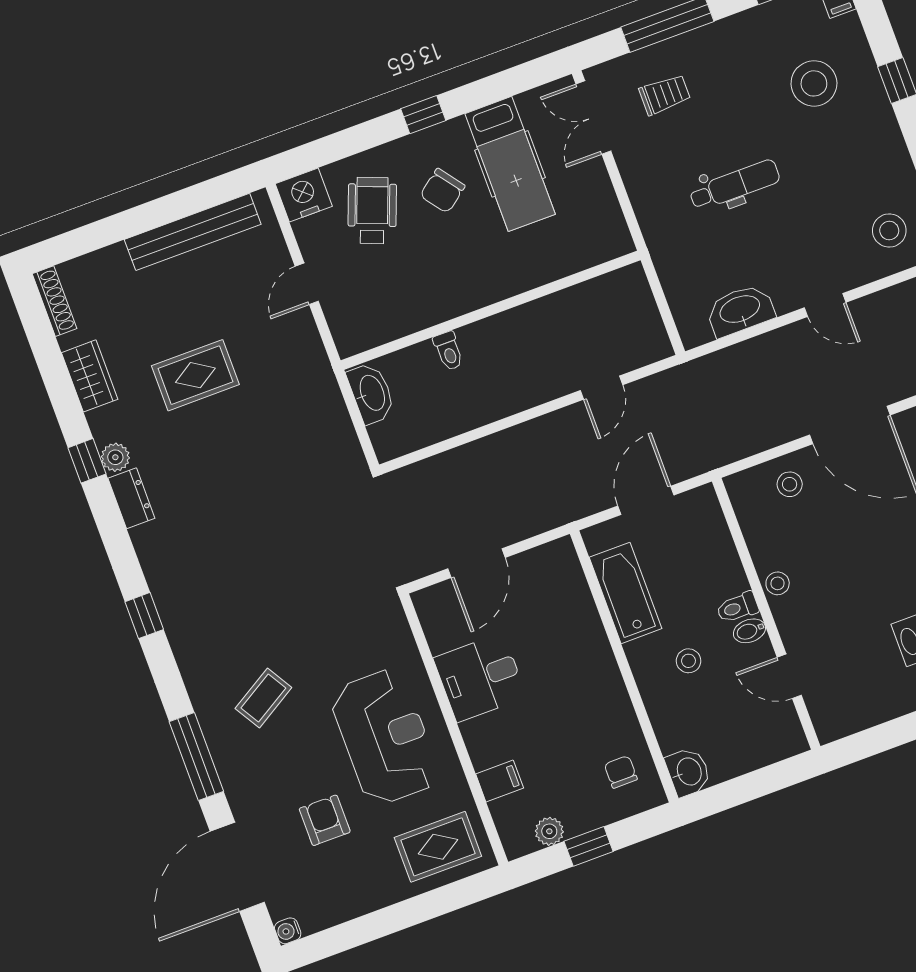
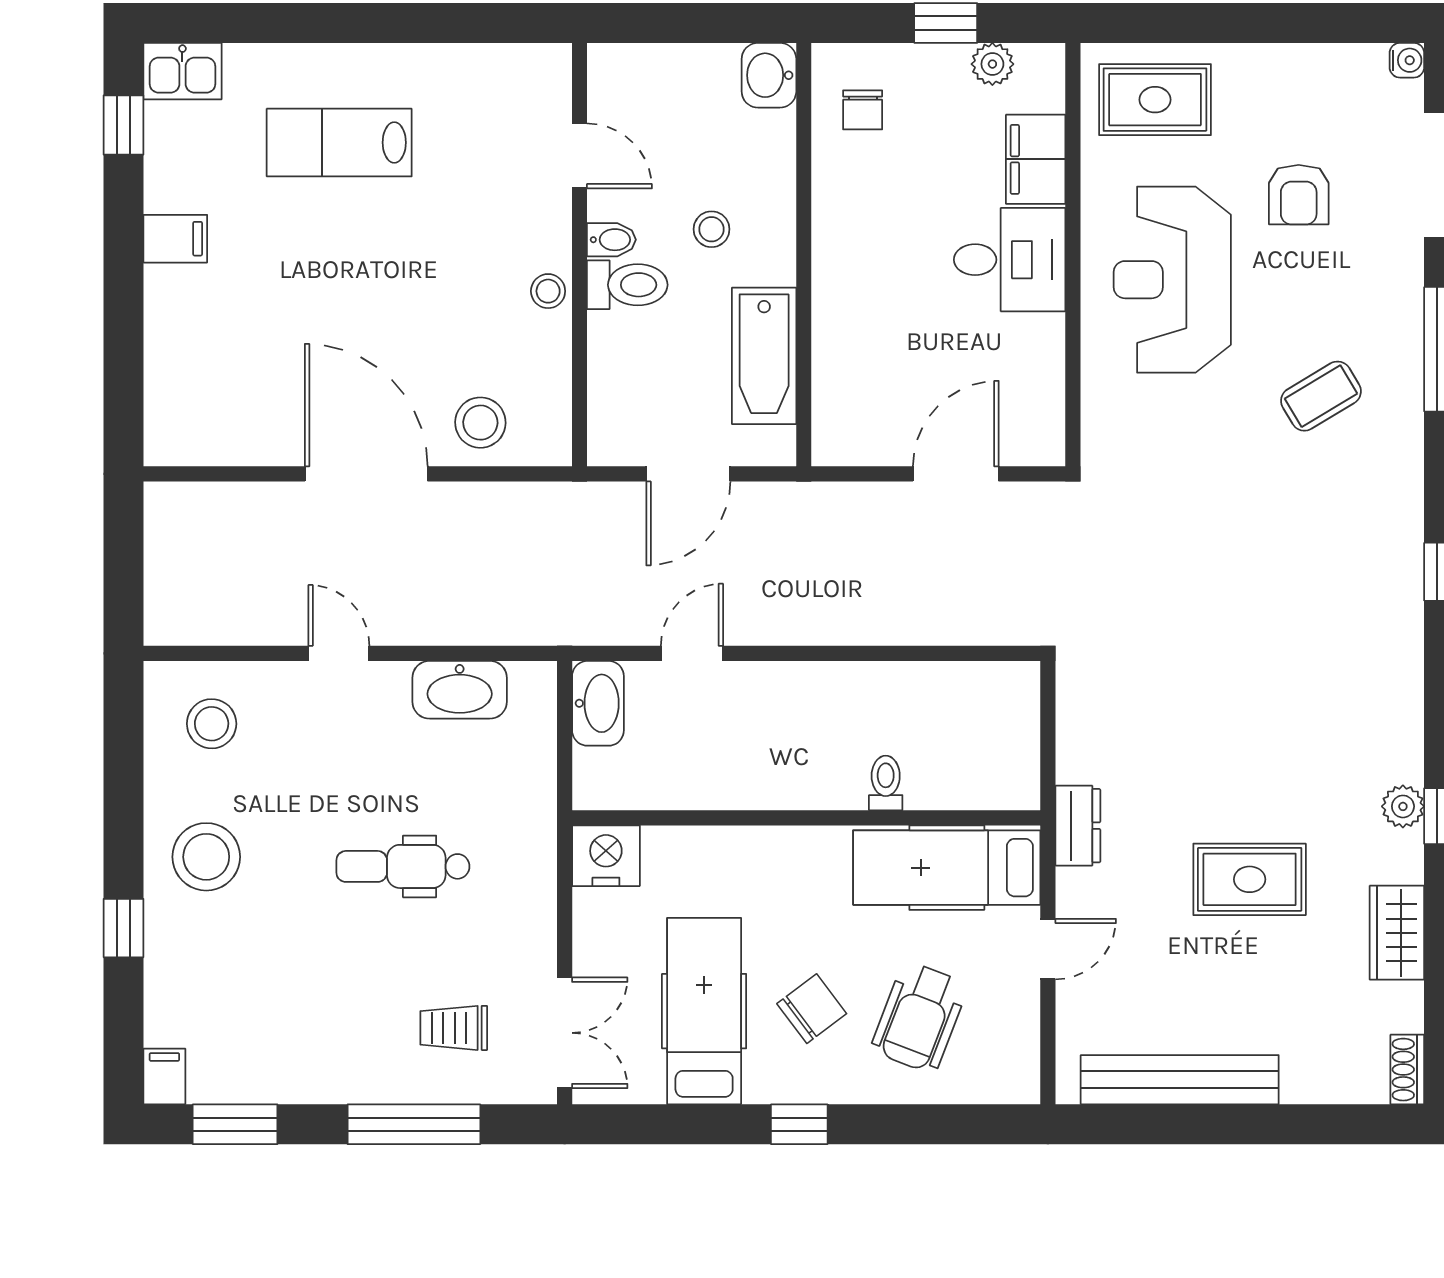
stool: (814, 83) -> (206, 857), moved
nightstand: (304, 195) -> (606, 856), moved, turned 180
shoe rack: (54, 301) -> (1407, 1070), width x0.70
hospital bed: (390, 312) -> (947, 868), added
washbasin: (371, 393) -> (598, 703), moved, turned 180
stool: (790, 484) -> (480, 423), width x1.37, depth x1.37
dresser: (131, 498) -> (1078, 826), moved, turned 180
toilet: (738, 608) -> (627, 285), width x1.37, depth x1.39
desk: (480, 677) -> (1010, 260), moved
filing cabinet: (500, 781) -> (1036, 159), width x2.00

